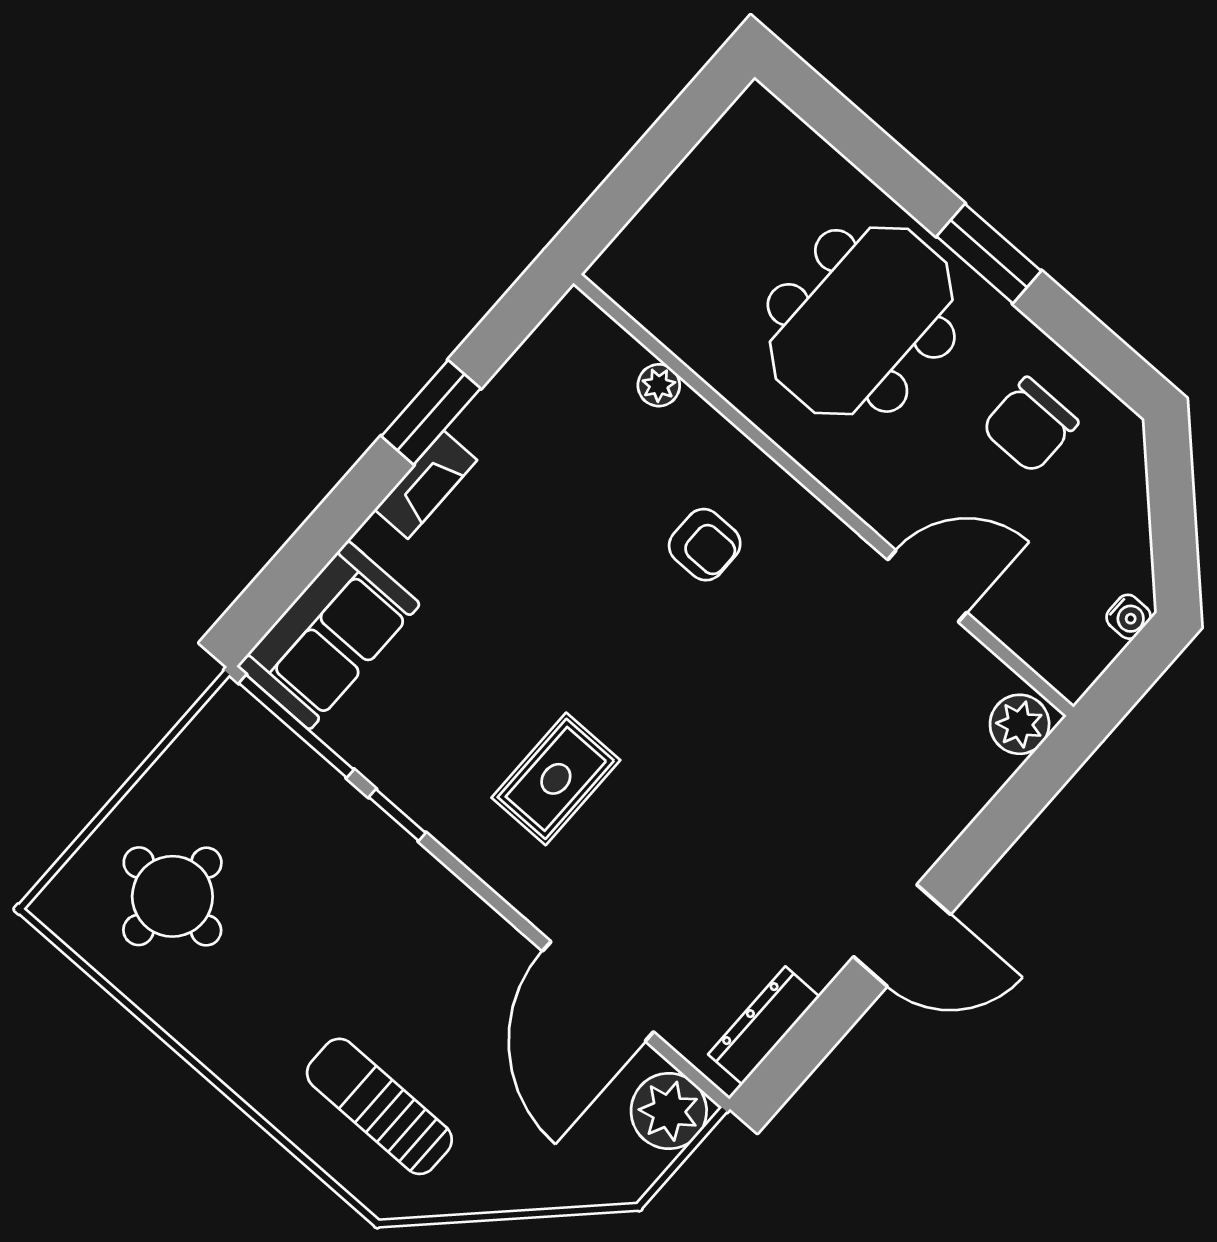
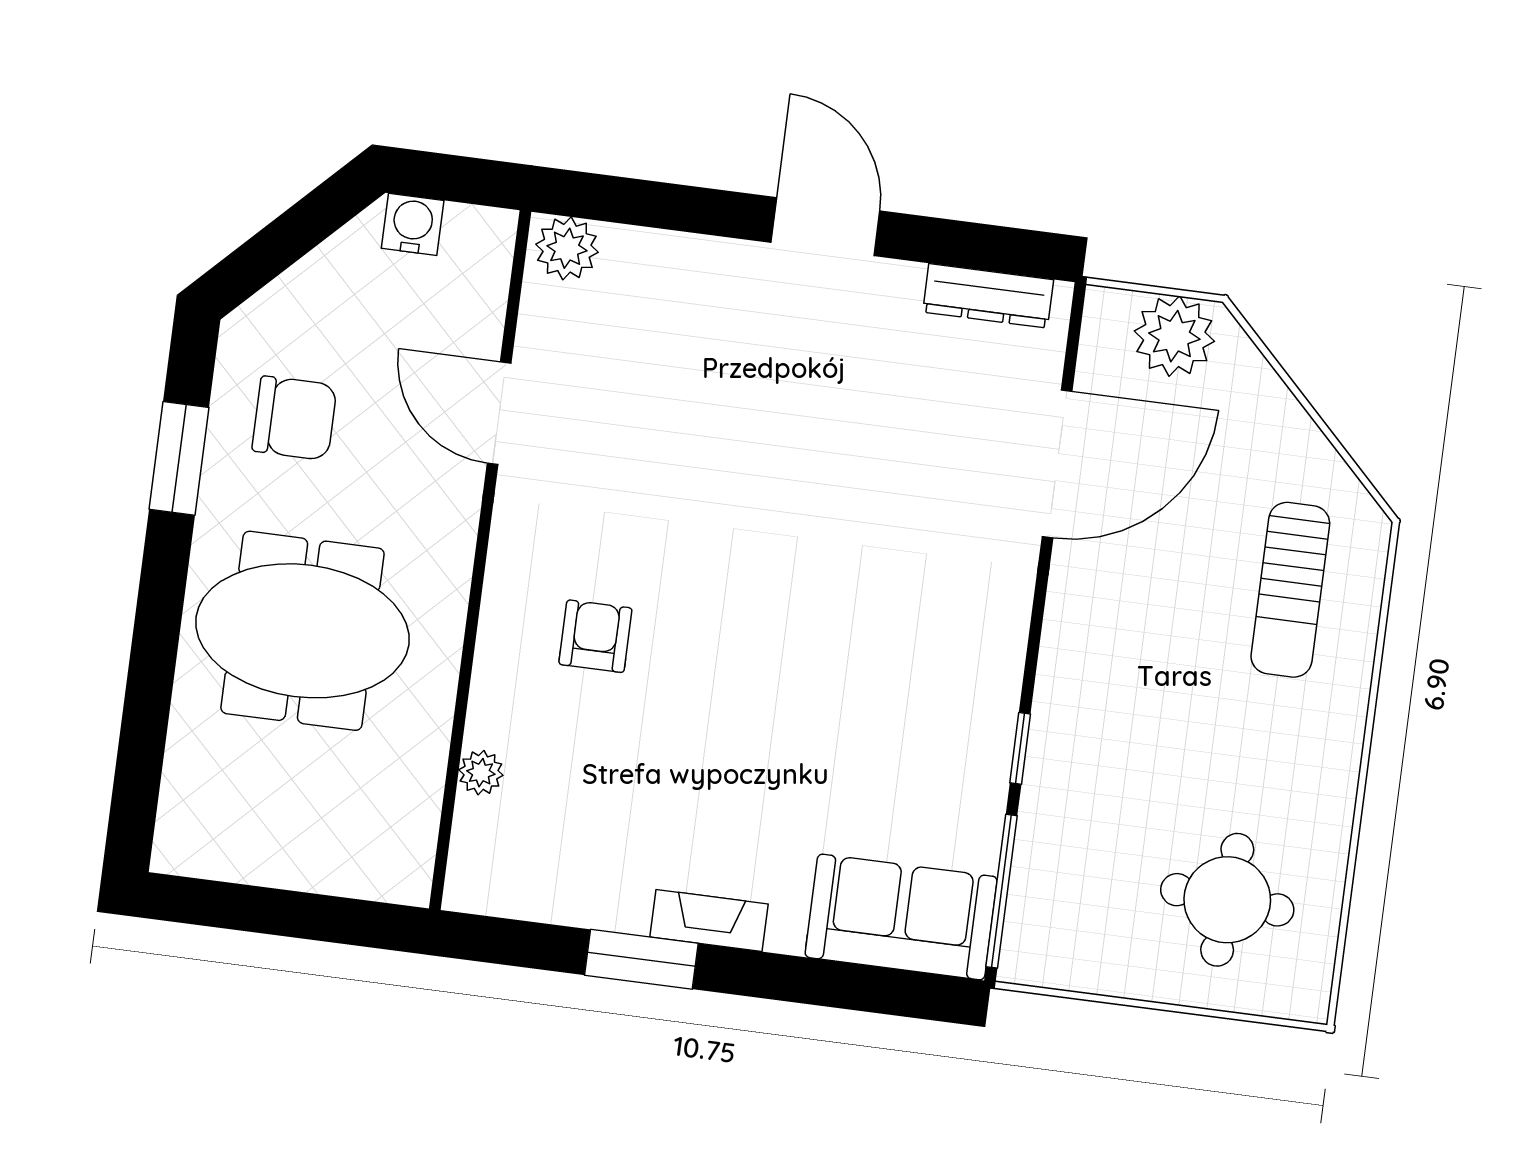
window: (989, 254) -> (179, 458), moved
water cooler: (1128, 617) -> (413, 224), width x1.38, depth x1.38
rug: (556, 779) -> (893, 629), removed
plant: (669, 1111) -> (1174, 336), moved

